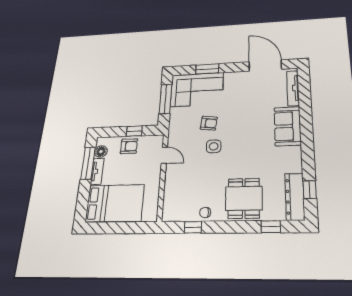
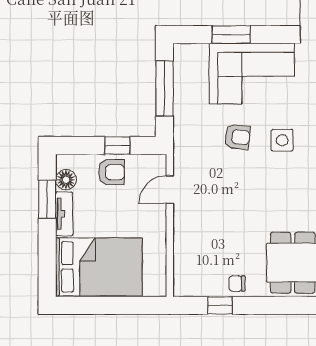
corner sofa: (197, 90) -> (252, 74), moved
side table: (214, 146) -> (282, 140), moved
door: (164, 155) -> (170, 190), swing flipped
window: (88, 163) -> (47, 199), width x0.69

